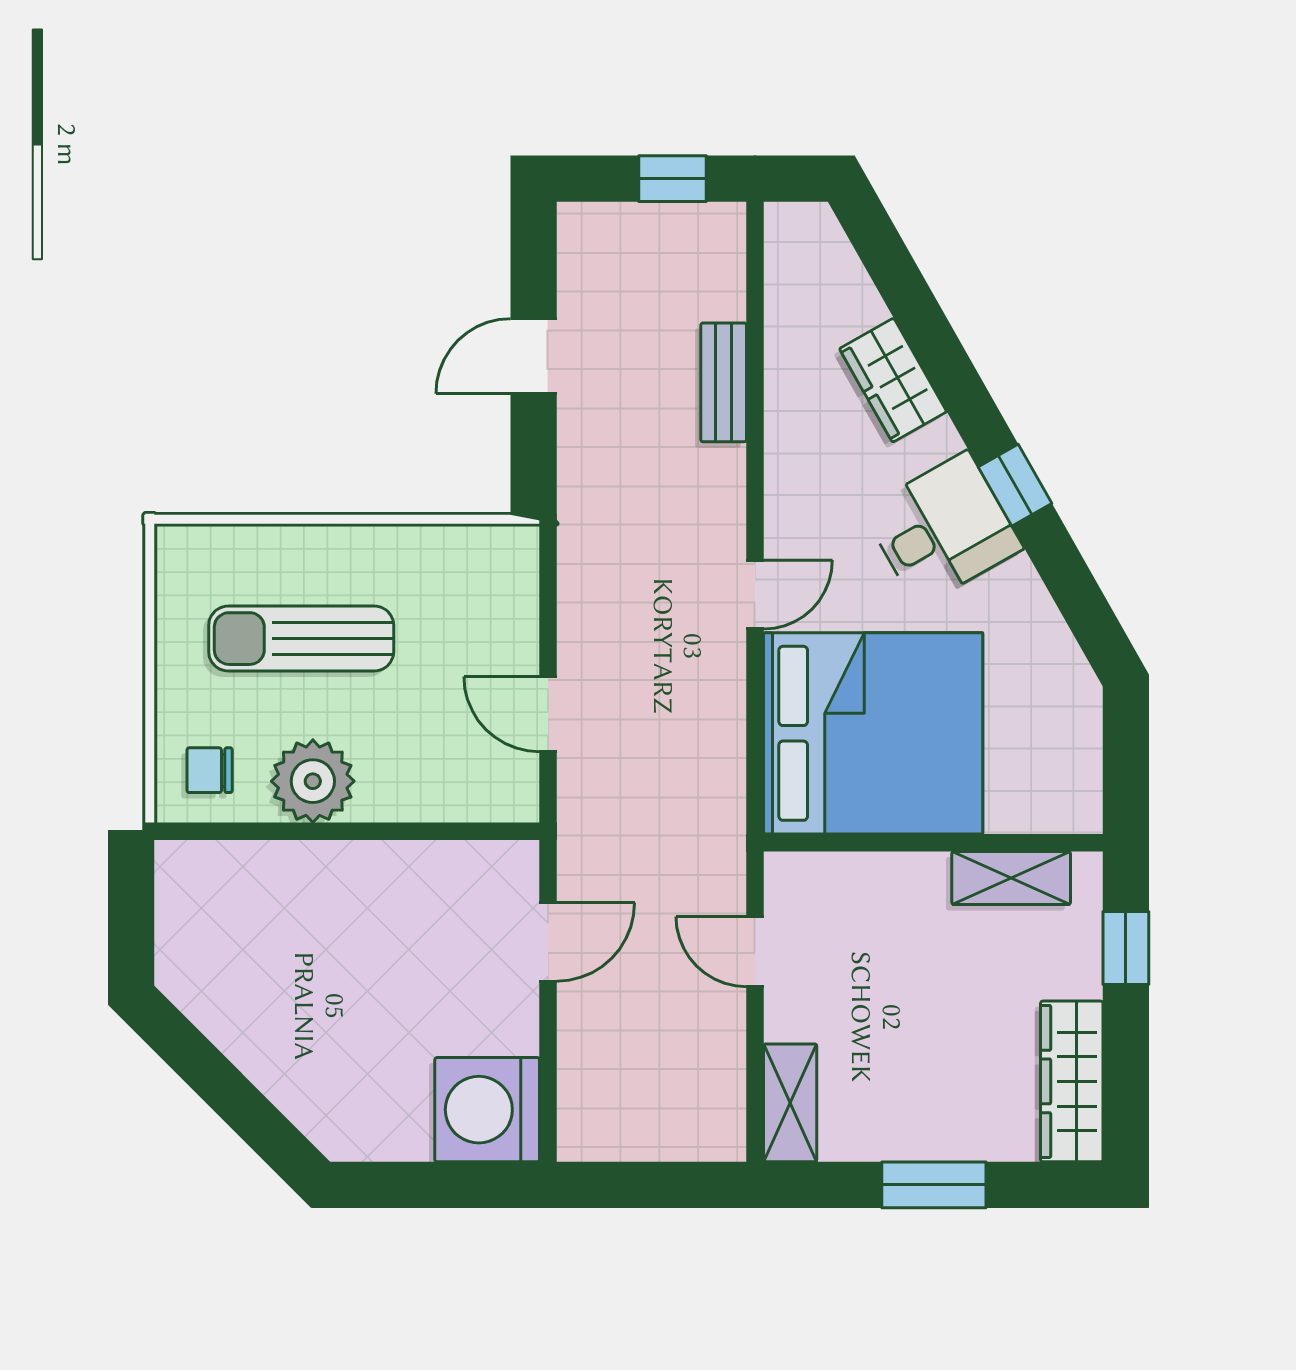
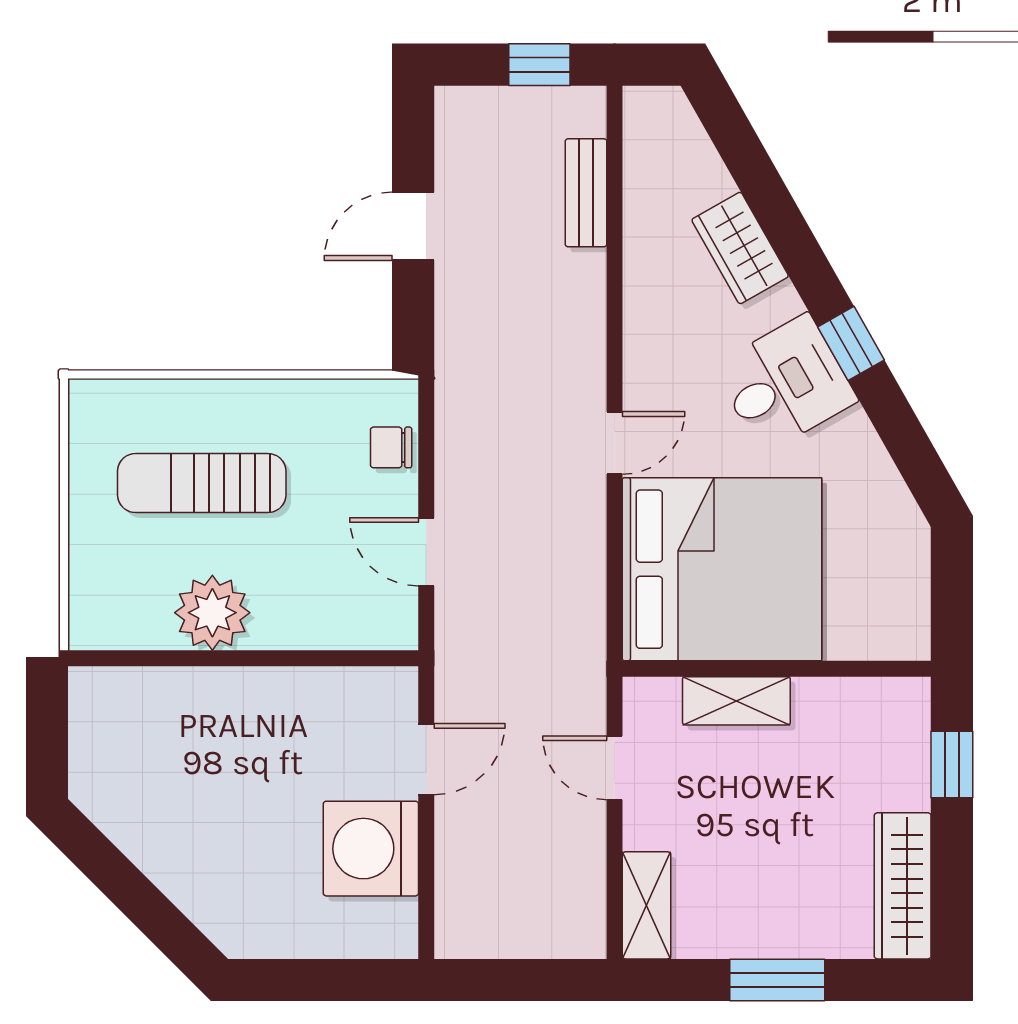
bench: (724, 382) -> (586, 193), moved
chair: (210, 770) -> (391, 447), moved
shelving: (1011, 878) -> (736, 701), moved
washing machine: (487, 1110) -> (371, 849), moved

